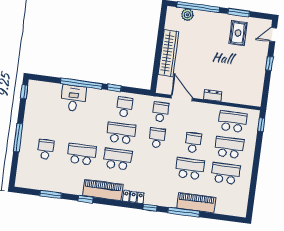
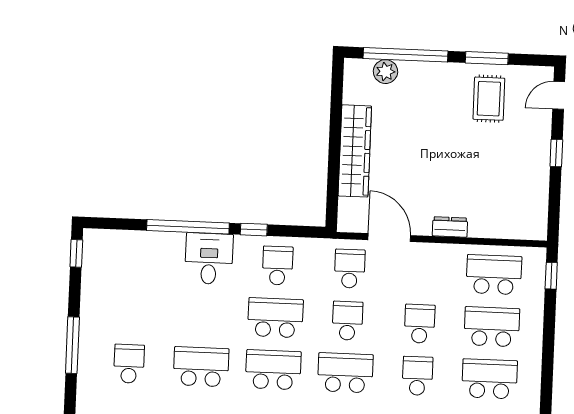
desk: (74, 98) -> (209, 259), moved
school desk: (154, 164) -> (345, 373), added
school desk: (190, 169) -> (417, 376), width x0.54

